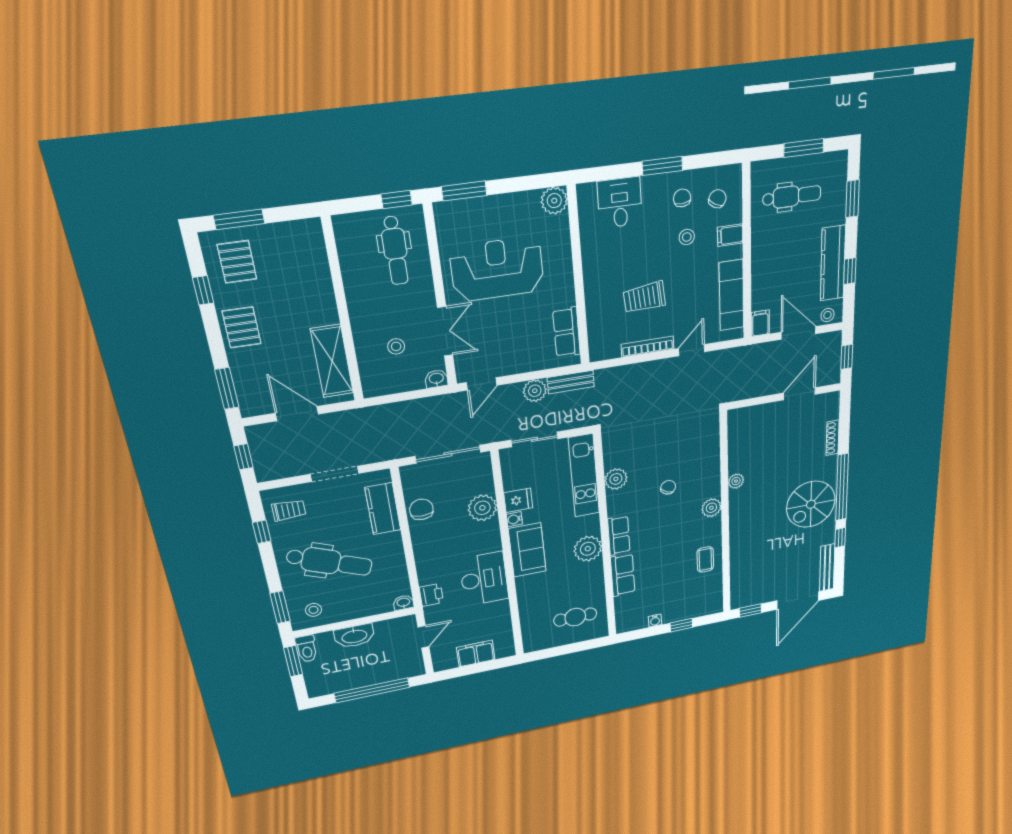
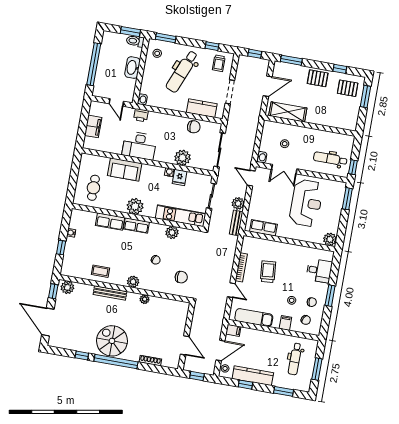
chair: (687, 439) -> (181, 277), added
sofa: (527, 550) -> (125, 169), moved
bench: (827, 568) -> (110, 293), moved
plant: (740, 595) -> (67, 287), added

